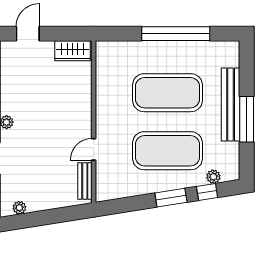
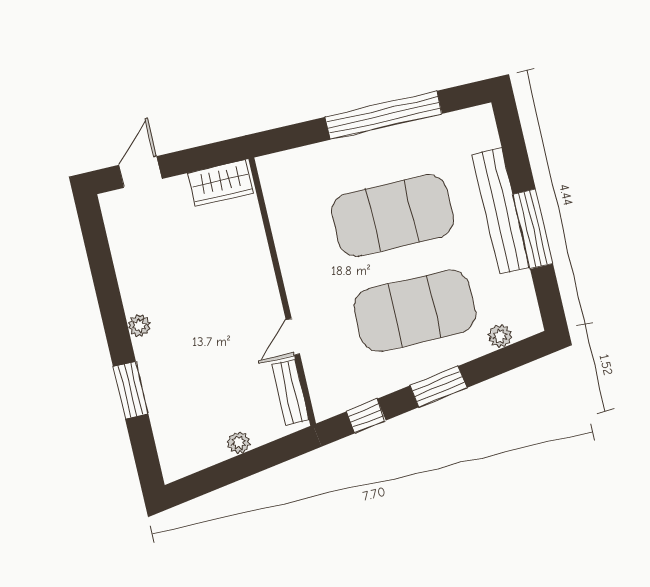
window: (207, 192) -> (366, 416), moved
plant: (19, 208) -> (239, 443), moved

